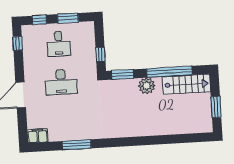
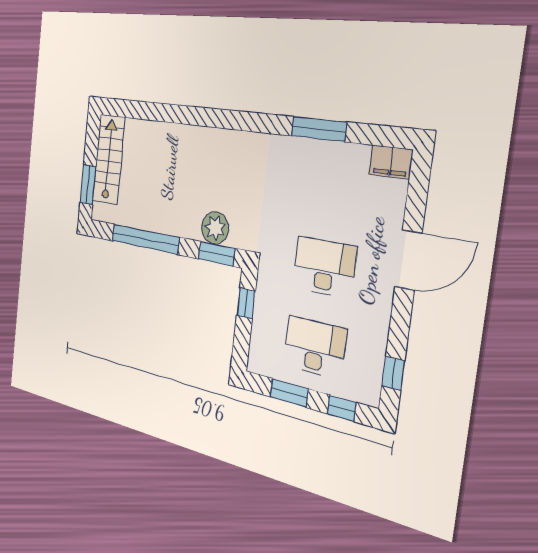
desk: (59, 44) -> (315, 347), width x1.37
stairs: (186, 84) -> (109, 159), moved, turned 90
plant: (147, 86) -> (215, 228), moved
window: (216, 107) -> (88, 185), moved

